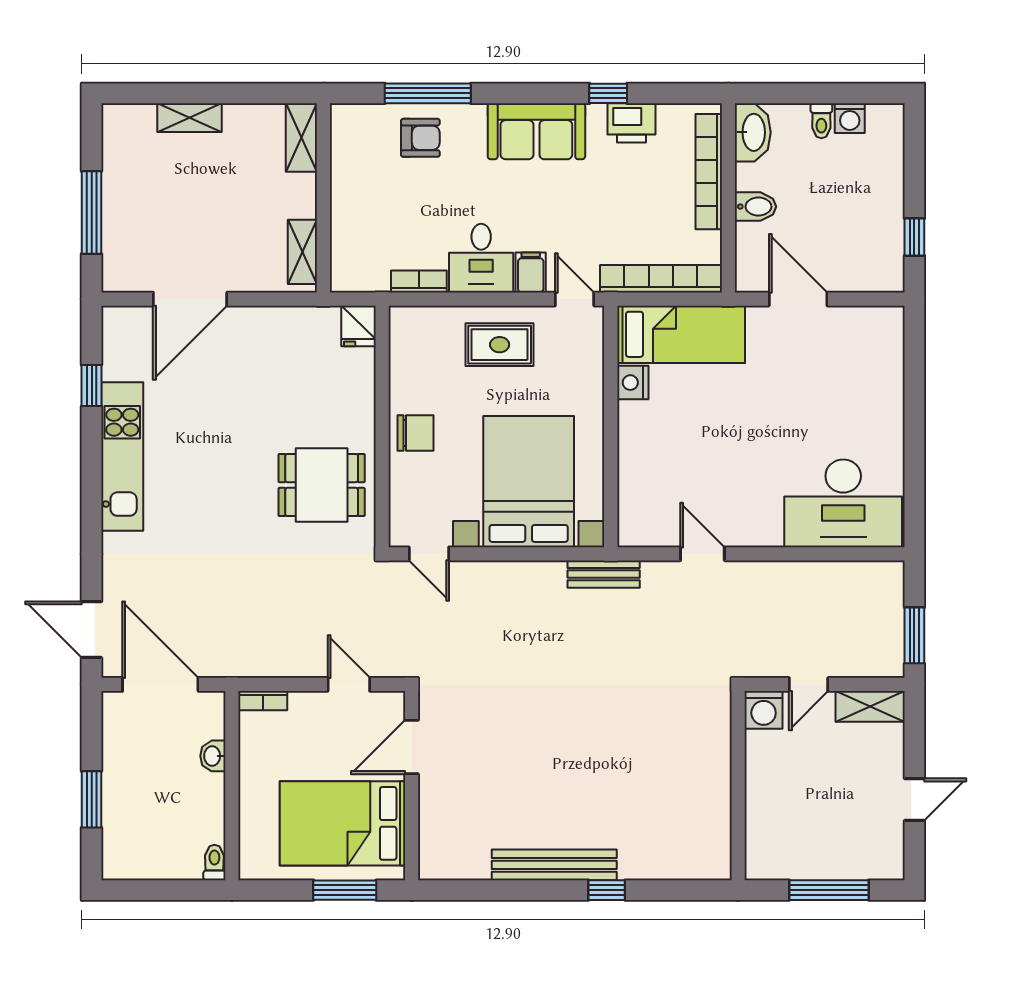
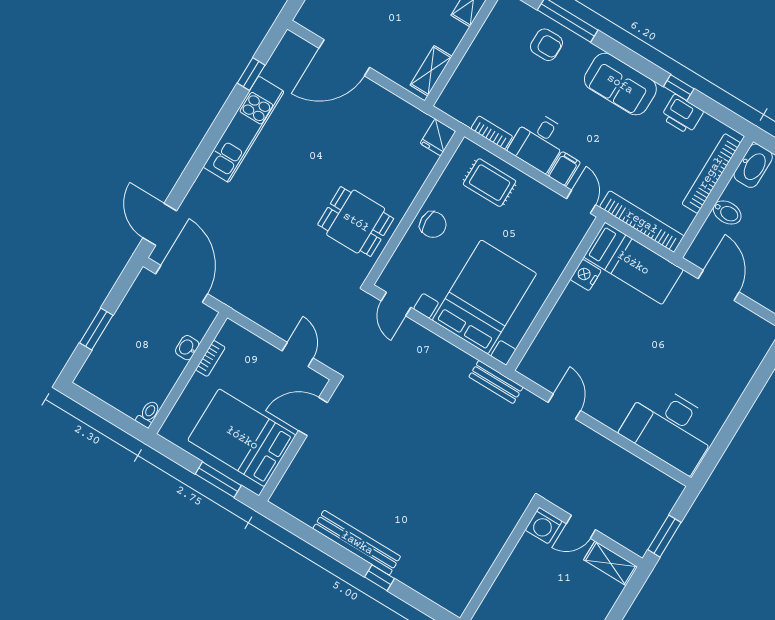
rug: (500, 345) -> (490, 183), moved
bookcase: (263, 701) -> (210, 358), moved, turned -90

